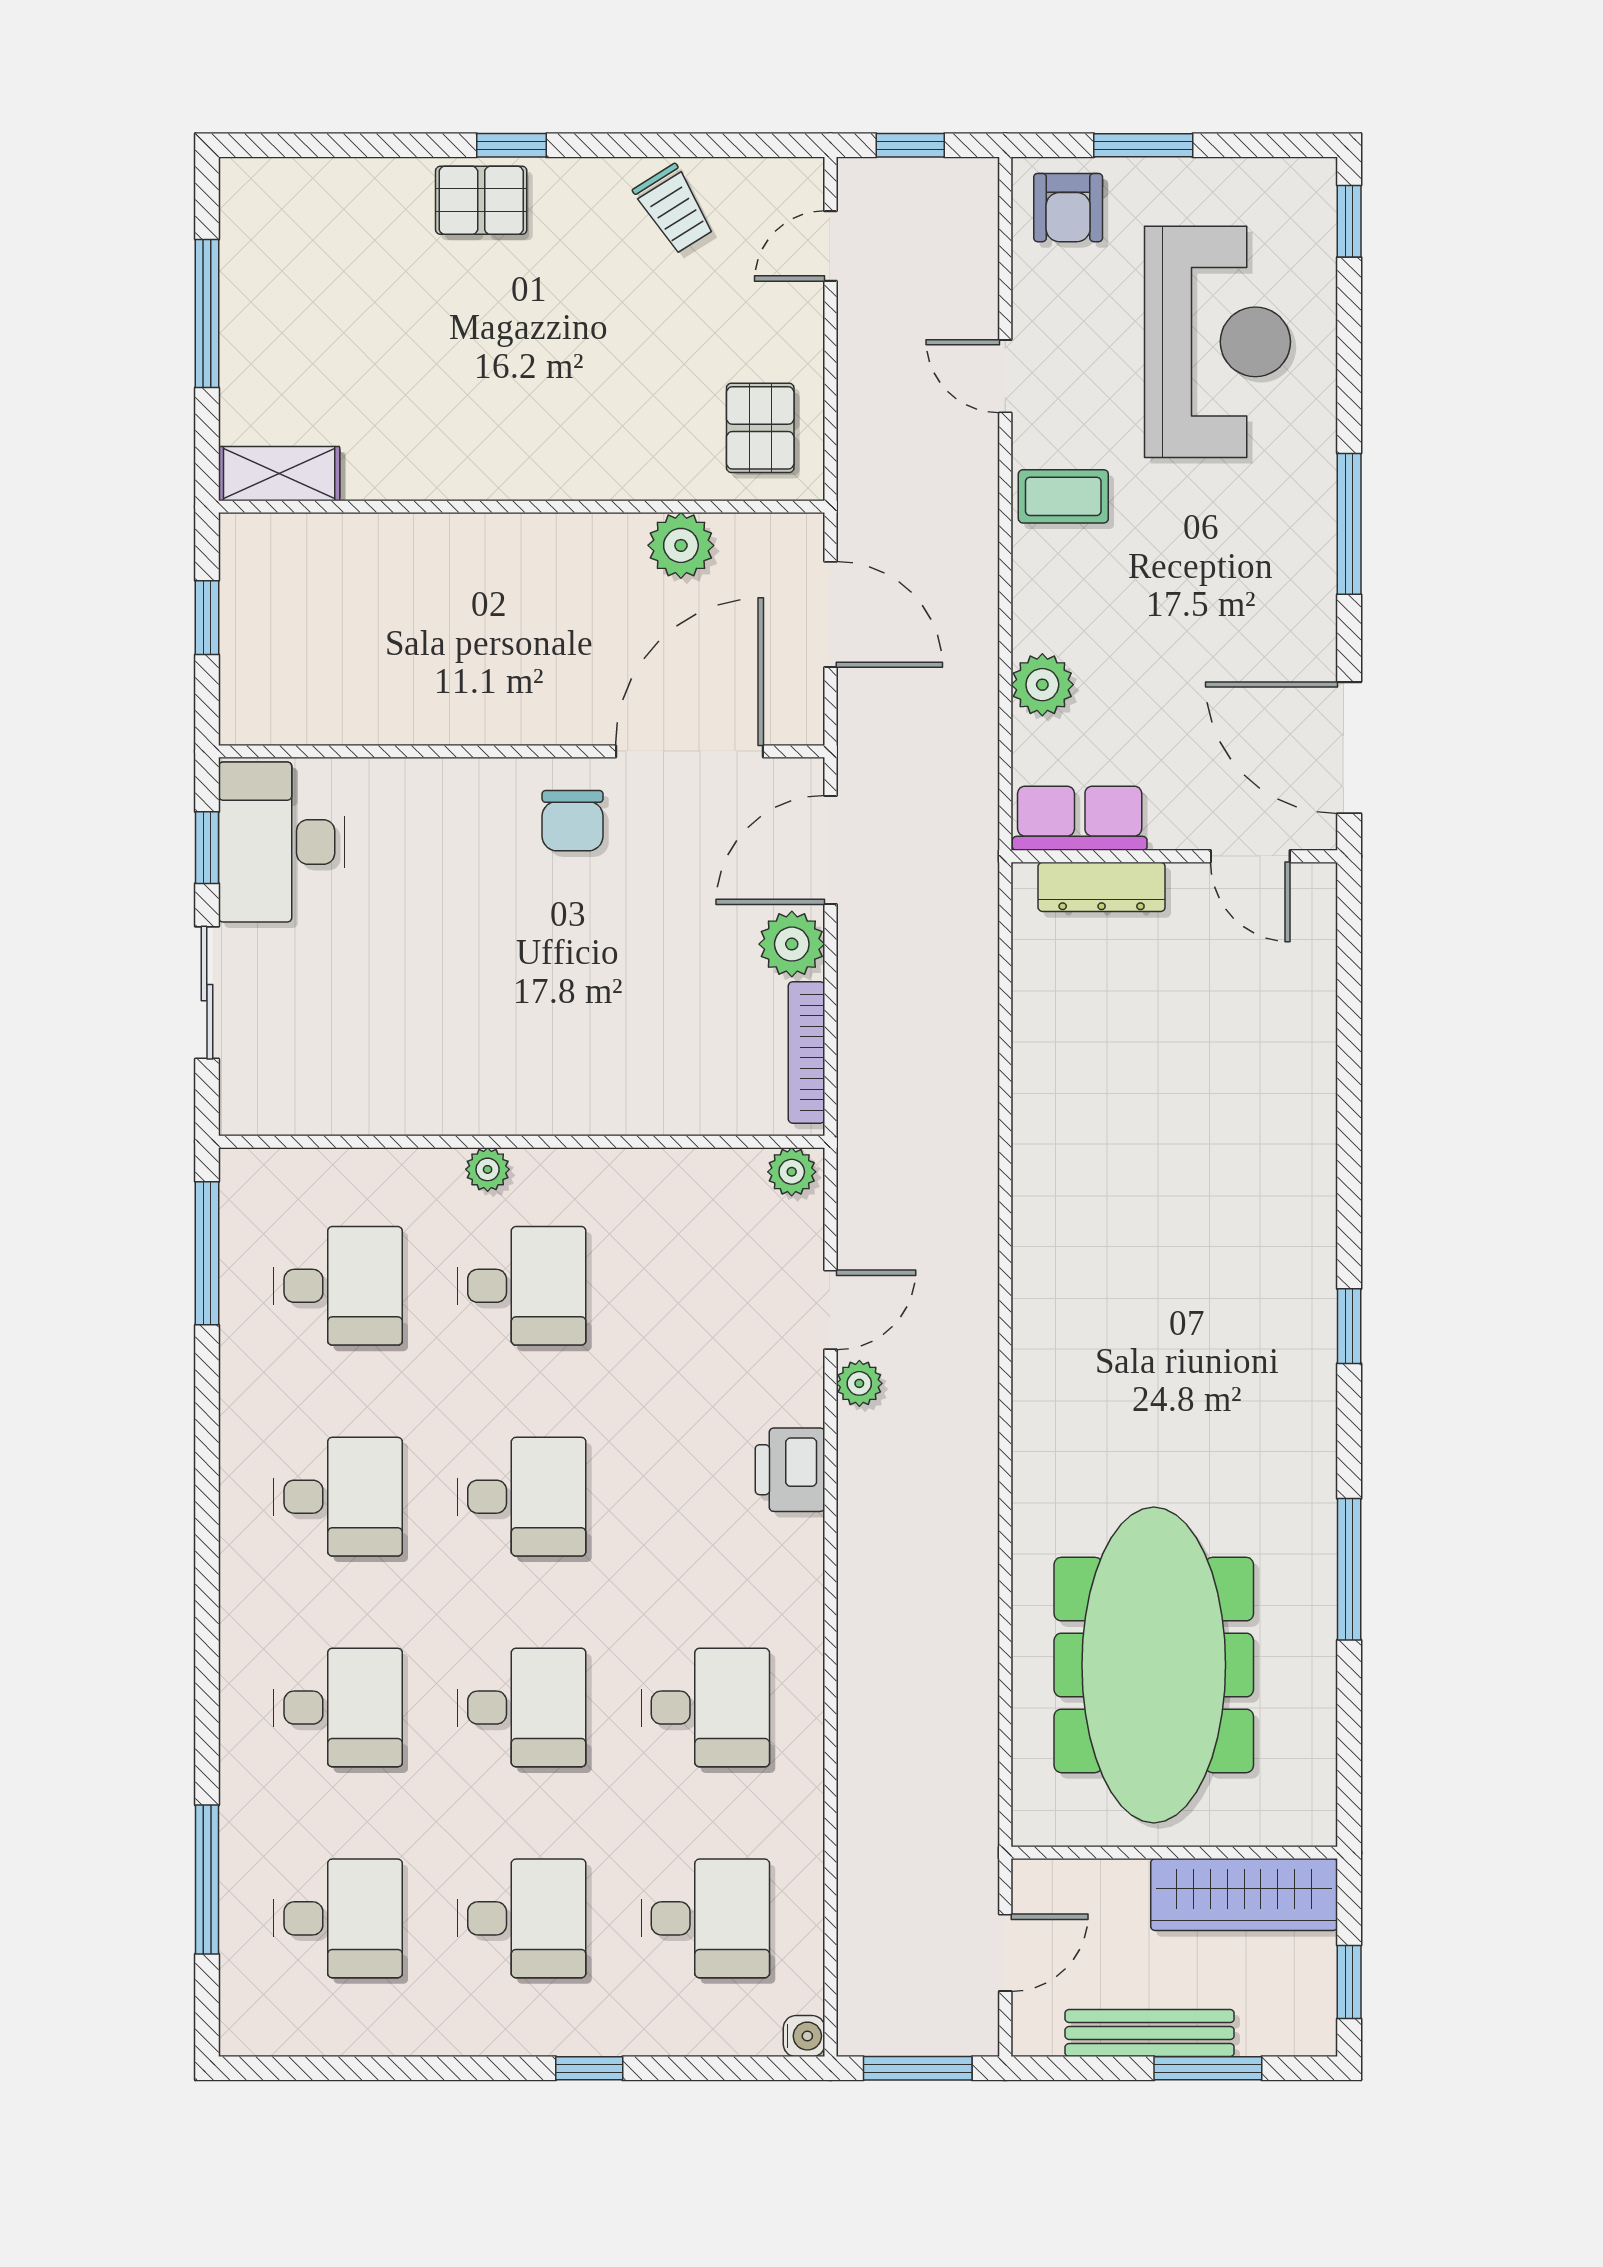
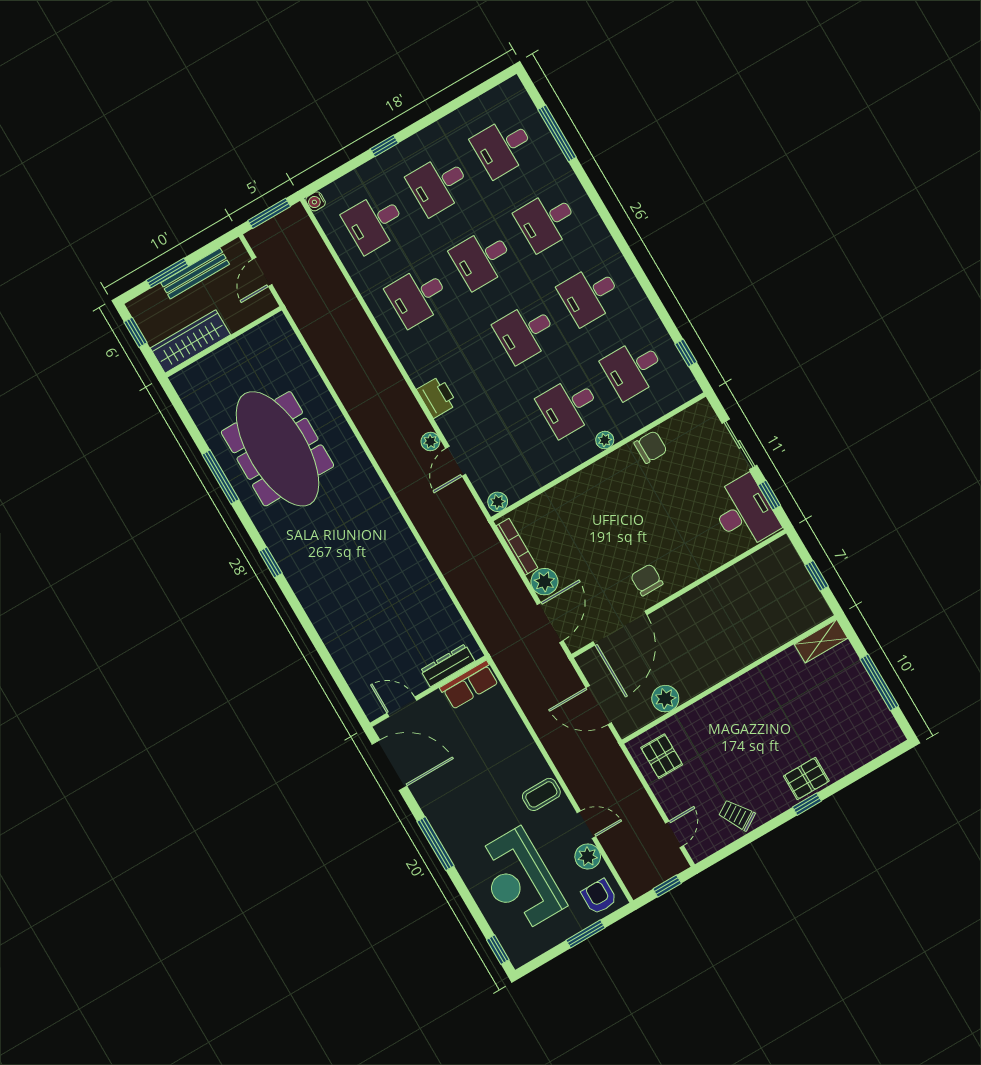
plant: (1042, 685) -> (588, 856), moved
chair: (399, 1098) -> (651, 447), added
window: (207, 1253) -> (686, 353), width x0.46
meeting table: (1154, 1665) -> (277, 449), moved

